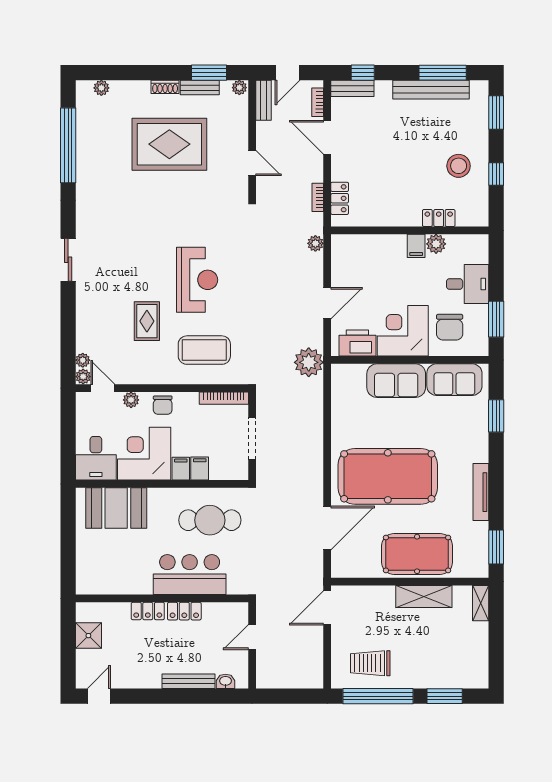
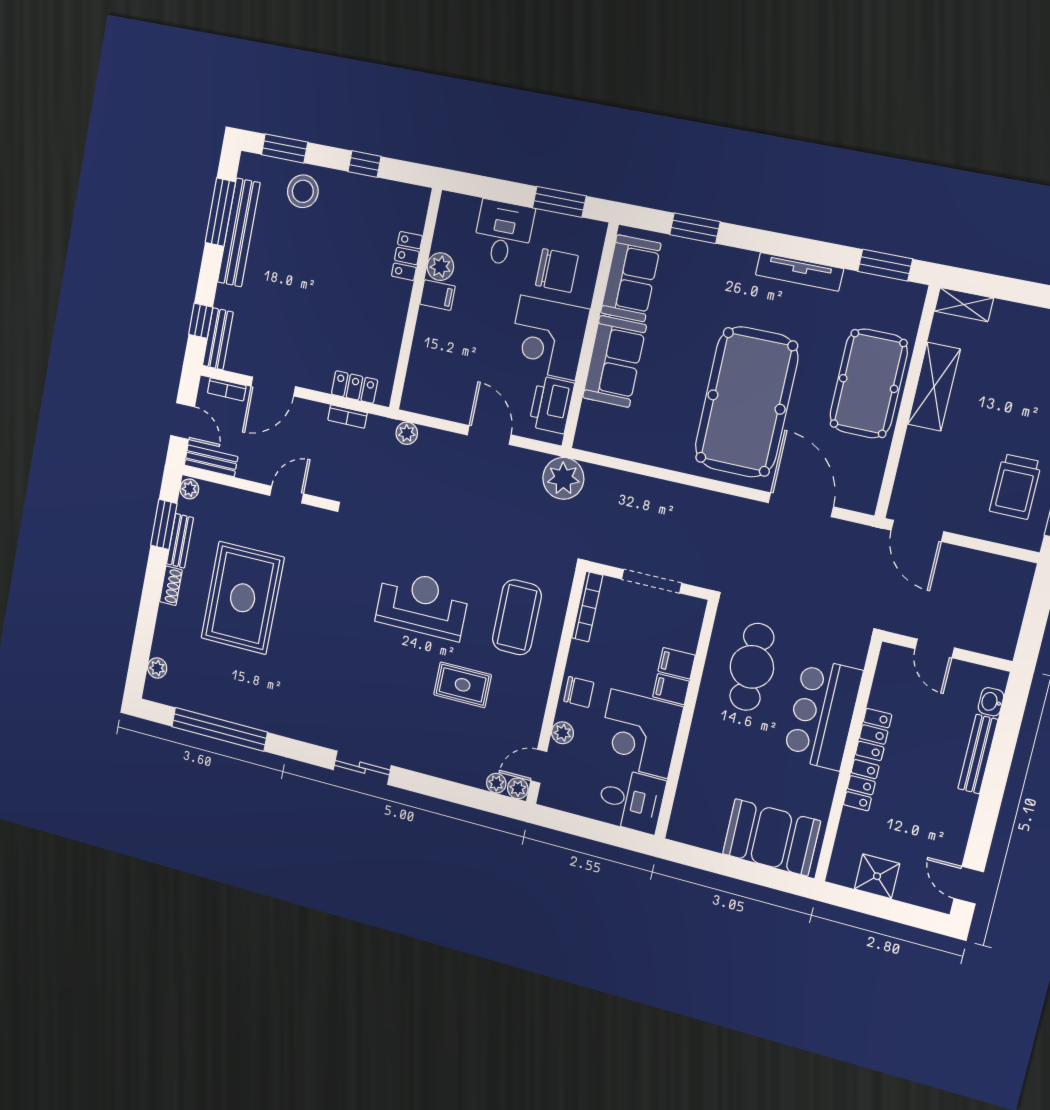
stool: (459, 166) -> (303, 191), moved
booth: (116, 508) -> (771, 837), moved, turned 90

